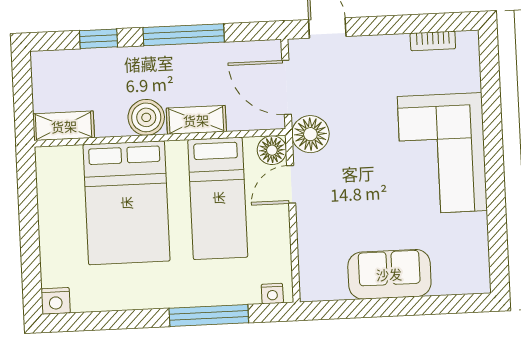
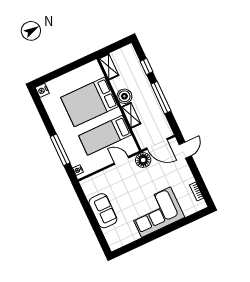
door: (287, 87) -> (157, 144), swing flipped
floor lamp: (272, 150) -> (131, 148), removed

